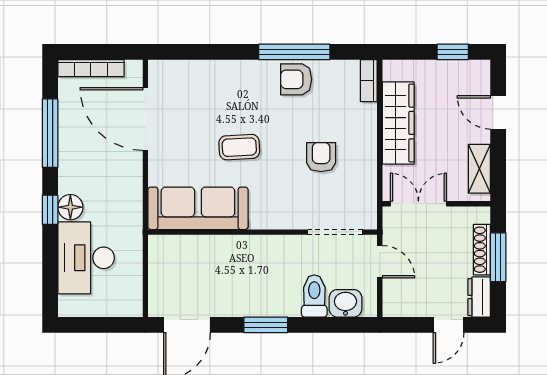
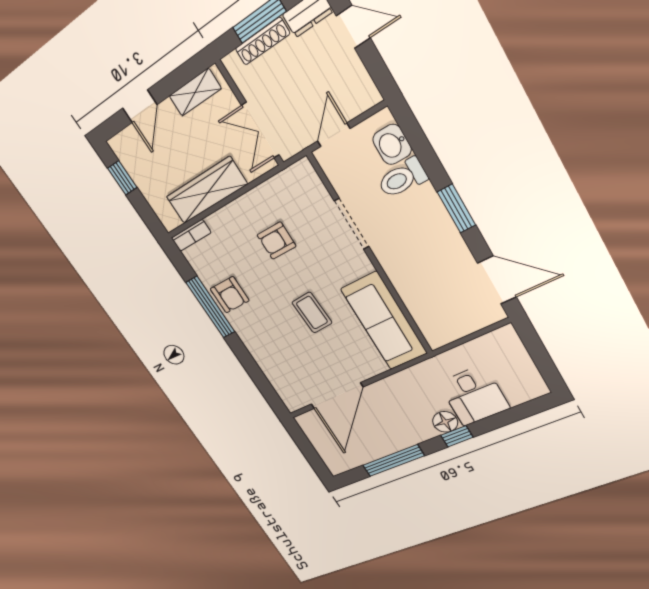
bookcase: (91, 68) -> (324, 451), removed
doorway: (335, 232) -> (352, 224), moved
desk: (86, 258) -> (474, 395), width x0.73

